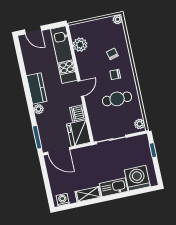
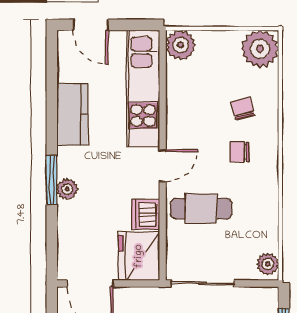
plant: (118, 19) -> (260, 49), width x1.88, depth x1.88
plant: (80, 45) -> (181, 45), moved
kitchen counter: (37, 88) -> (72, 114), moved
cafe table: (117, 99) -> (201, 209), moved
window: (37, 137) -> (52, 180), moved

